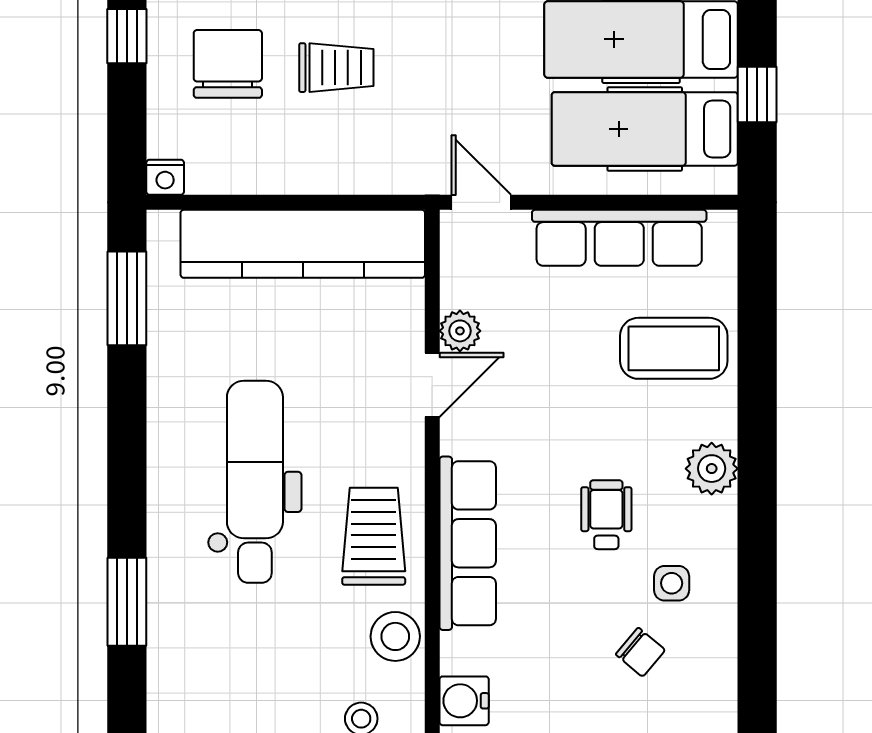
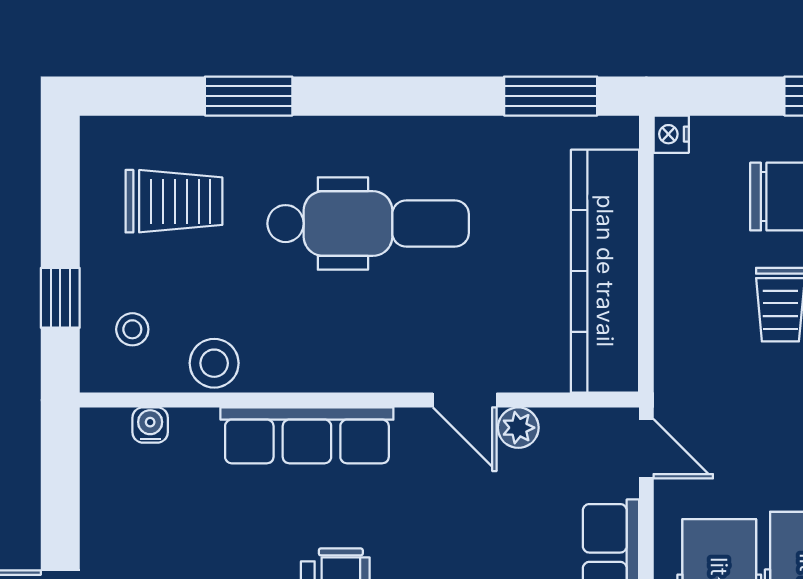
door: (481, 202) -> (646, 449), hinge flipped
trolley: (374, 536) -> (174, 201), moved
water cooler: (464, 701) -> (150, 425), width x0.72, depth x0.72

